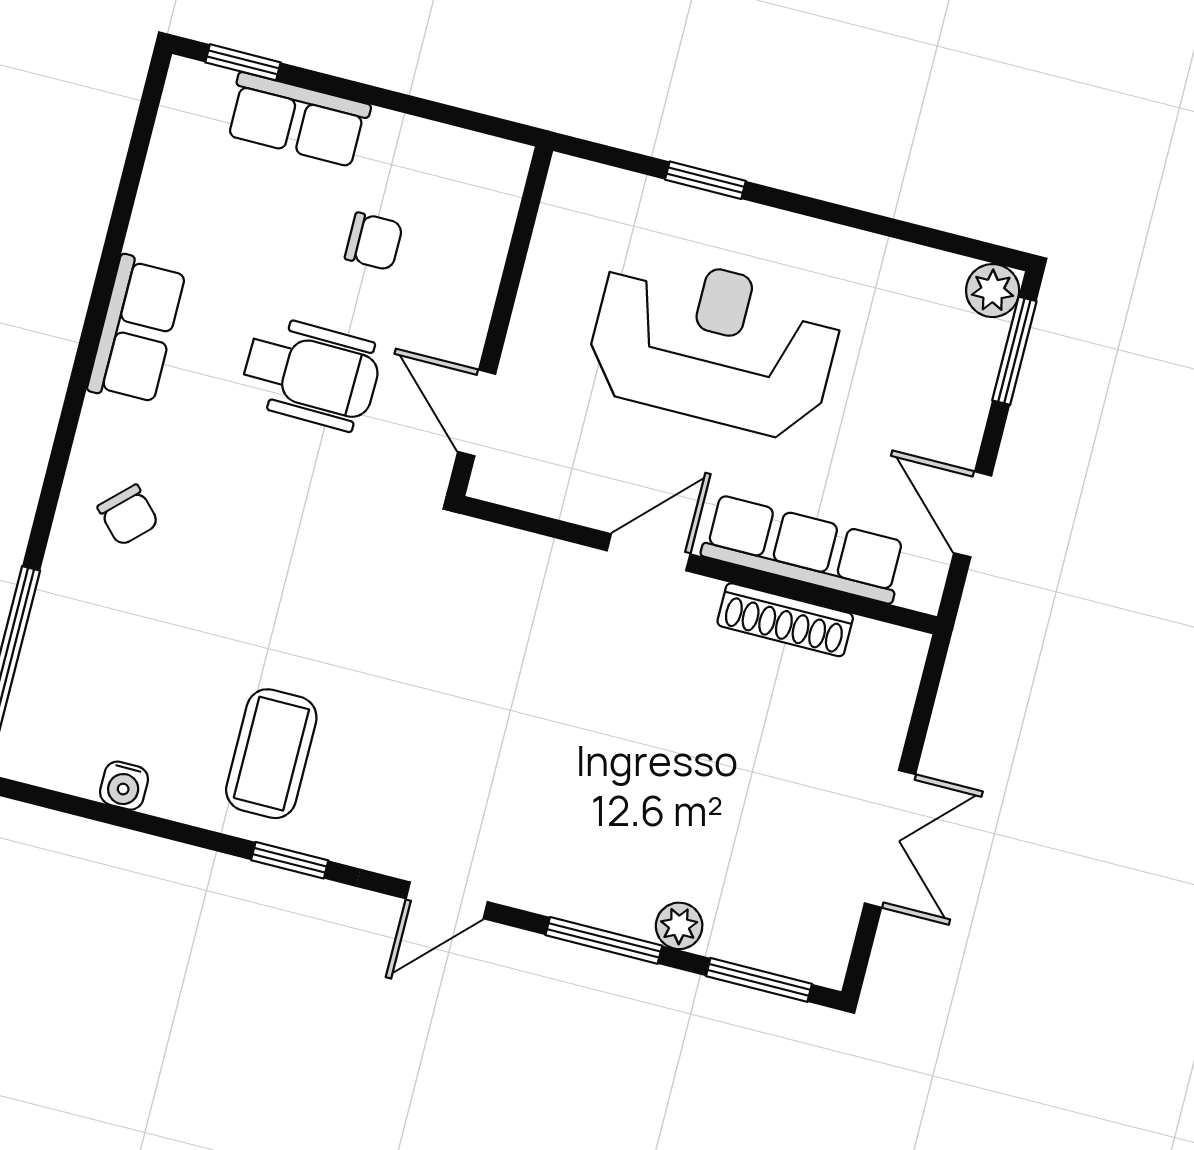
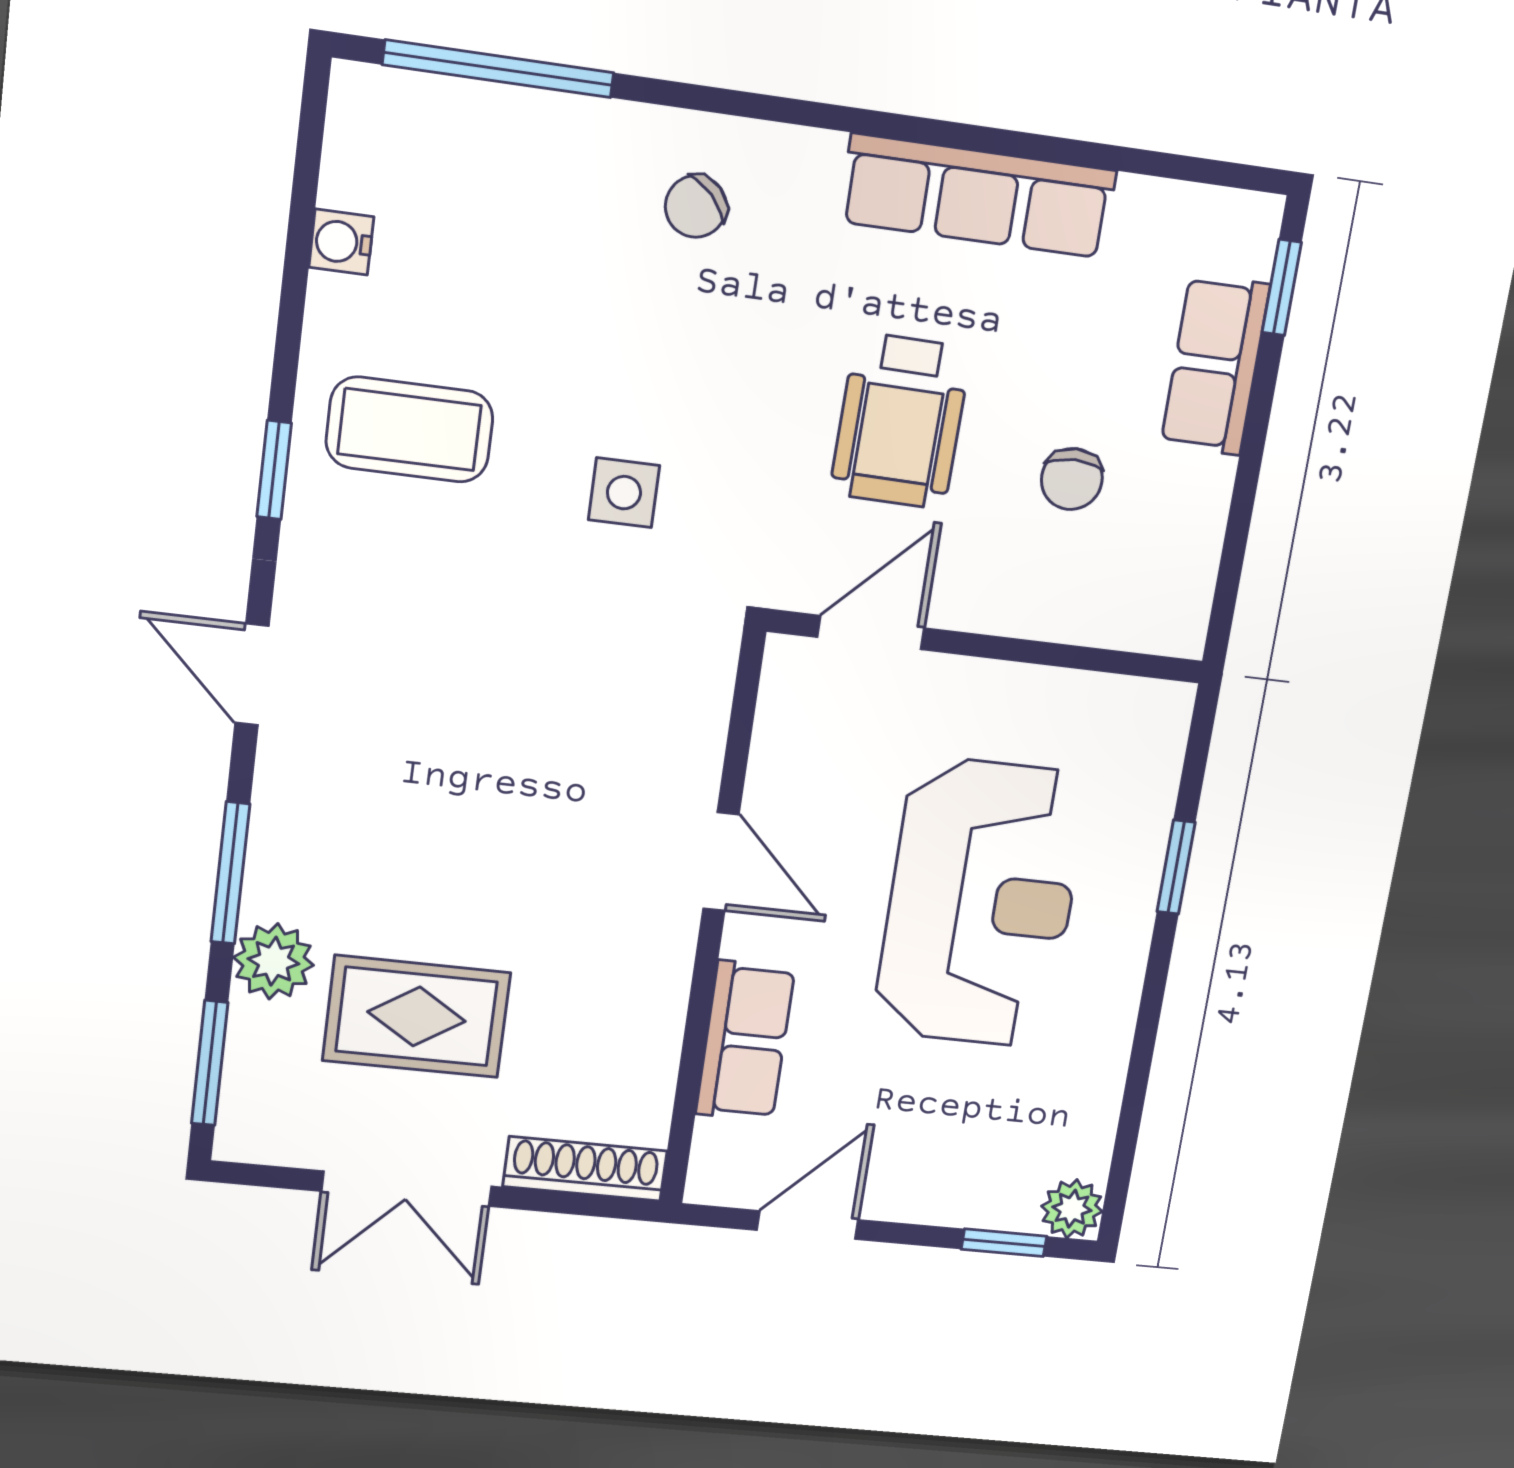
row of seats: (137, 330) -> (978, 196), width x1.48
window: (1014, 351) -> (1004, 1243), width x0.67
row of seats: (804, 549) -> (745, 1041), width x0.68
side table: (340, 595) -> (624, 493), added
shoe rack: (785, 620) -> (585, 1169), moved, turned 90
rug: (744, 811) -> (417, 1017), added
plant: (679, 926) -> (274, 961), width x1.38, depth x1.38

